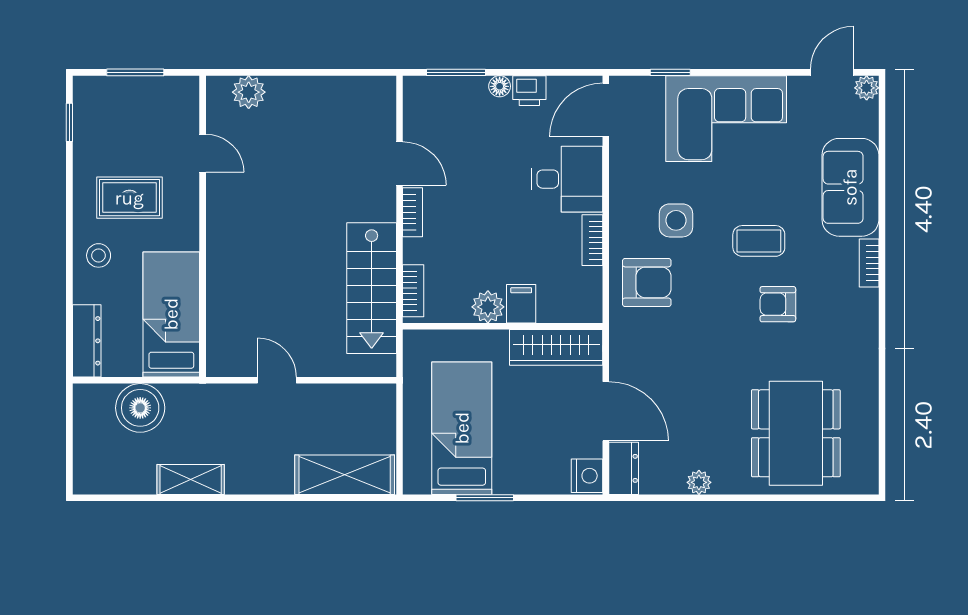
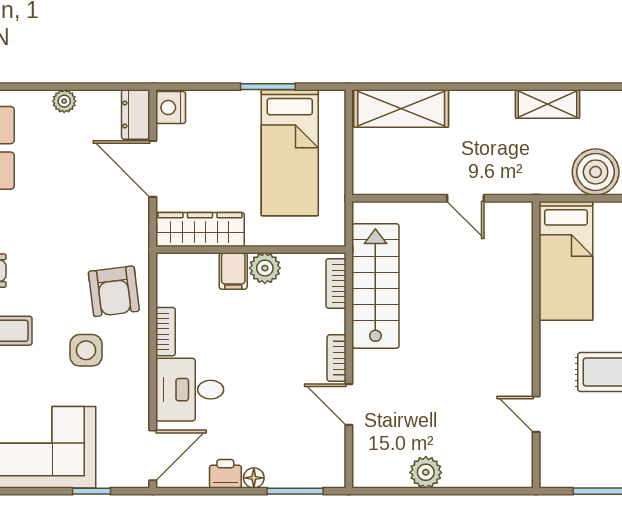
plant: (249, 92) -> (426, 472), moved
armchair: (647, 282) -> (114, 291), turned -97

